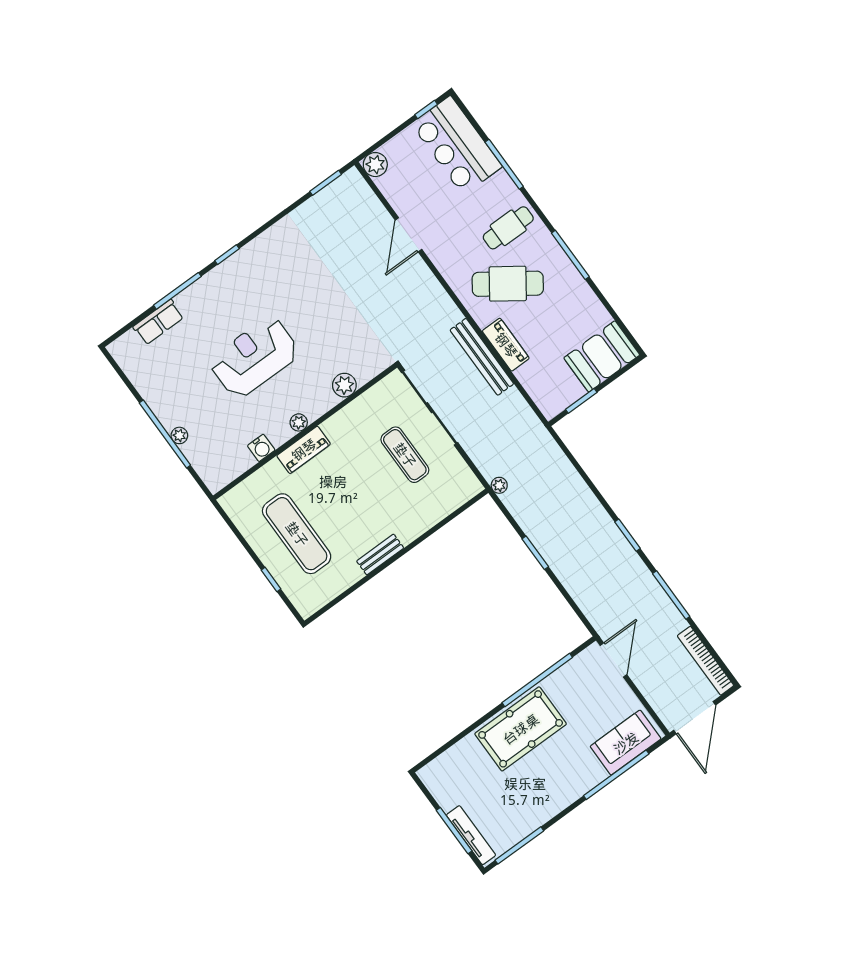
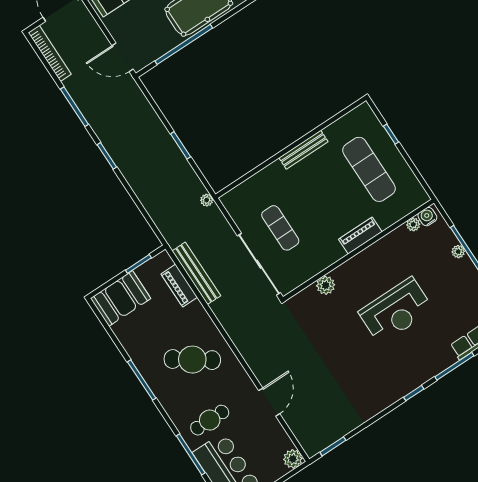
cafe table: (508, 228) -> (210, 420), moved
piano: (506, 345) -> (179, 286), moved
bench: (482, 357) -> (196, 273), moved
plant: (299, 422) -> (413, 224), moved
water cooler: (261, 448) -> (427, 217), moved
bench: (380, 554) -> (304, 150), width x1.36
door: (614, 660) -> (123, 57), hinge flipped

